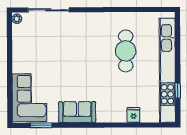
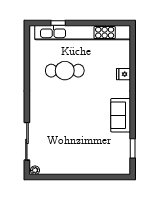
window: (178, 91) -> (58, 23), moved
corner sofa: (29, 98) -> (107, 159), removed
fridge: (133, 115) -> (123, 74), moved

